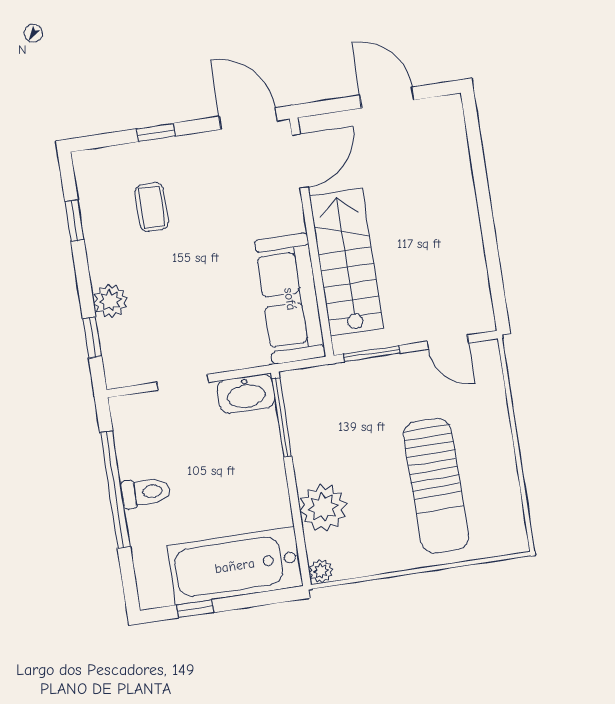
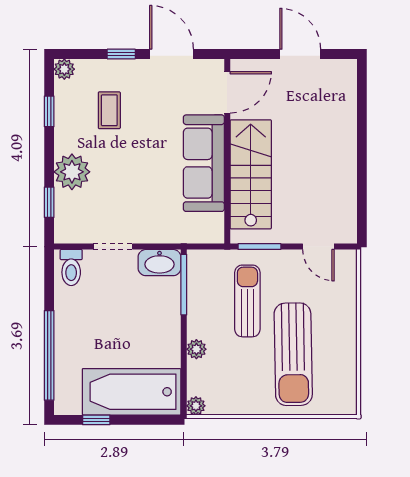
door: (248, 119) -> (172, 54), moved
plant: (86, 163) -> (64, 69), added
sofa: (290, 299) -> (204, 163), moved
plant: (110, 301) -> (72, 172), width x1.36, depth x1.36
sun lounger: (367, 426) -> (247, 301), added
window: (115, 490) -> (49, 355), moved
toilet: (146, 492) -> (71, 268), moved, turned 90
plant: (323, 507) -> (196, 349), width x0.53, depth x0.53

